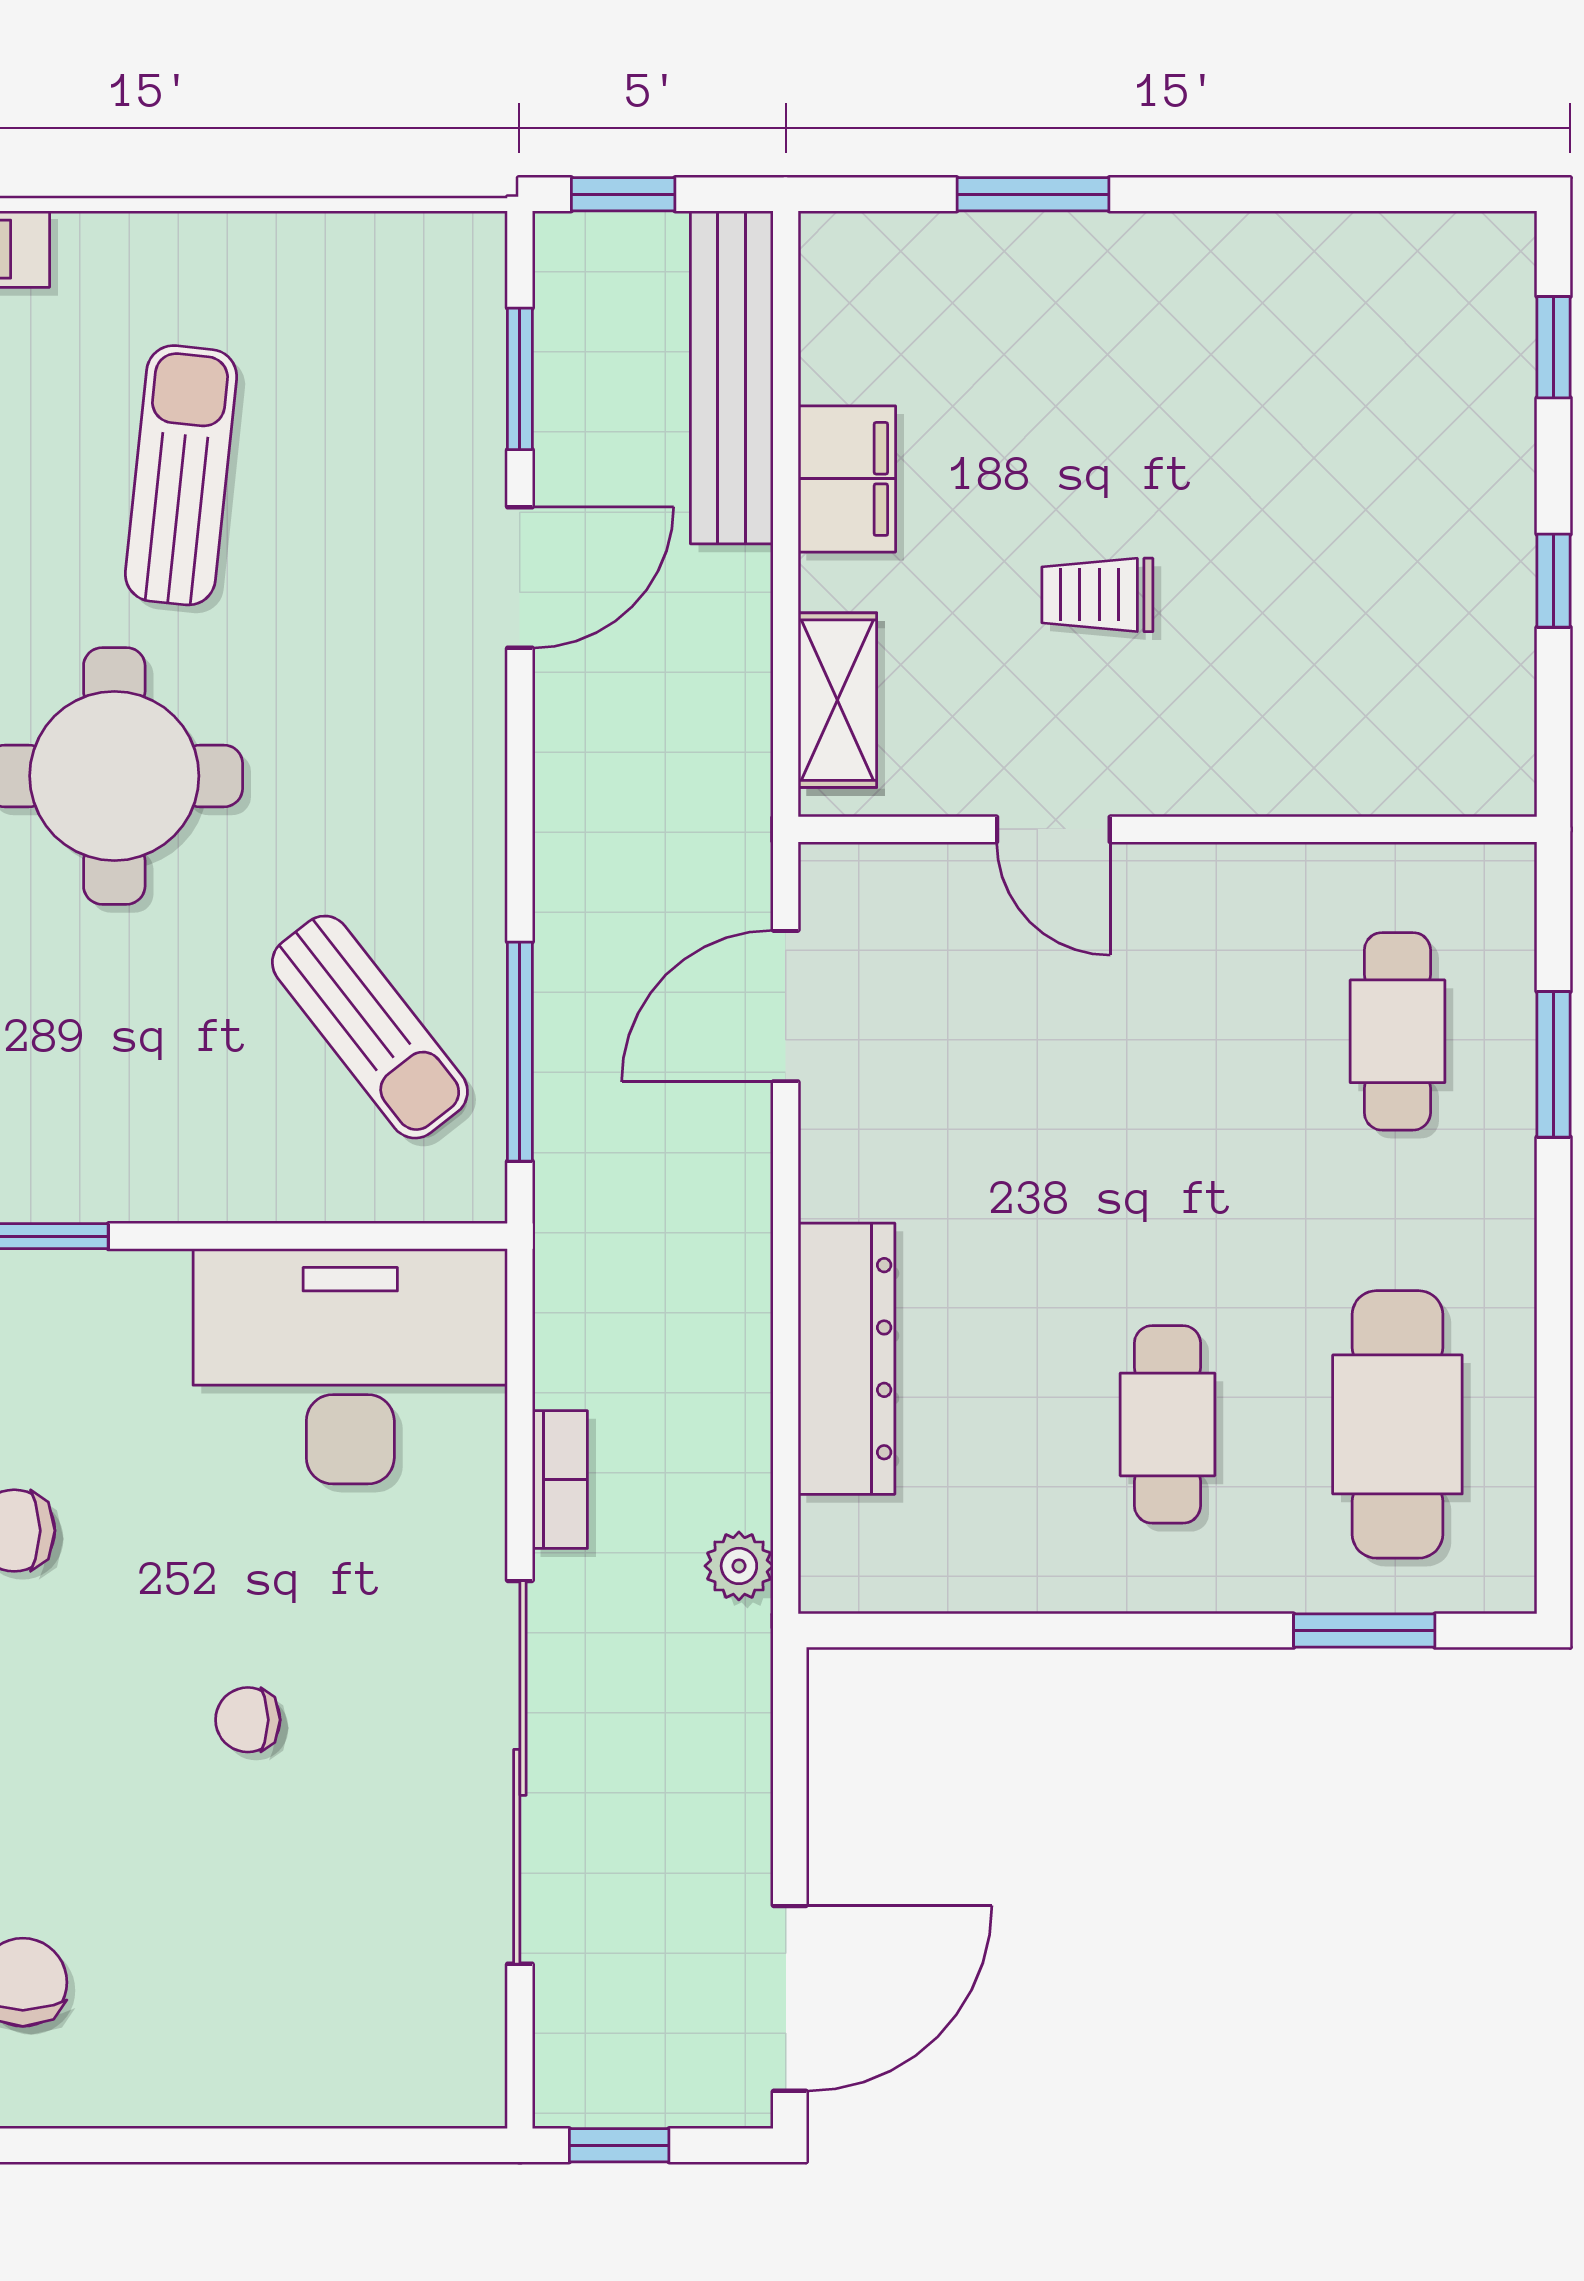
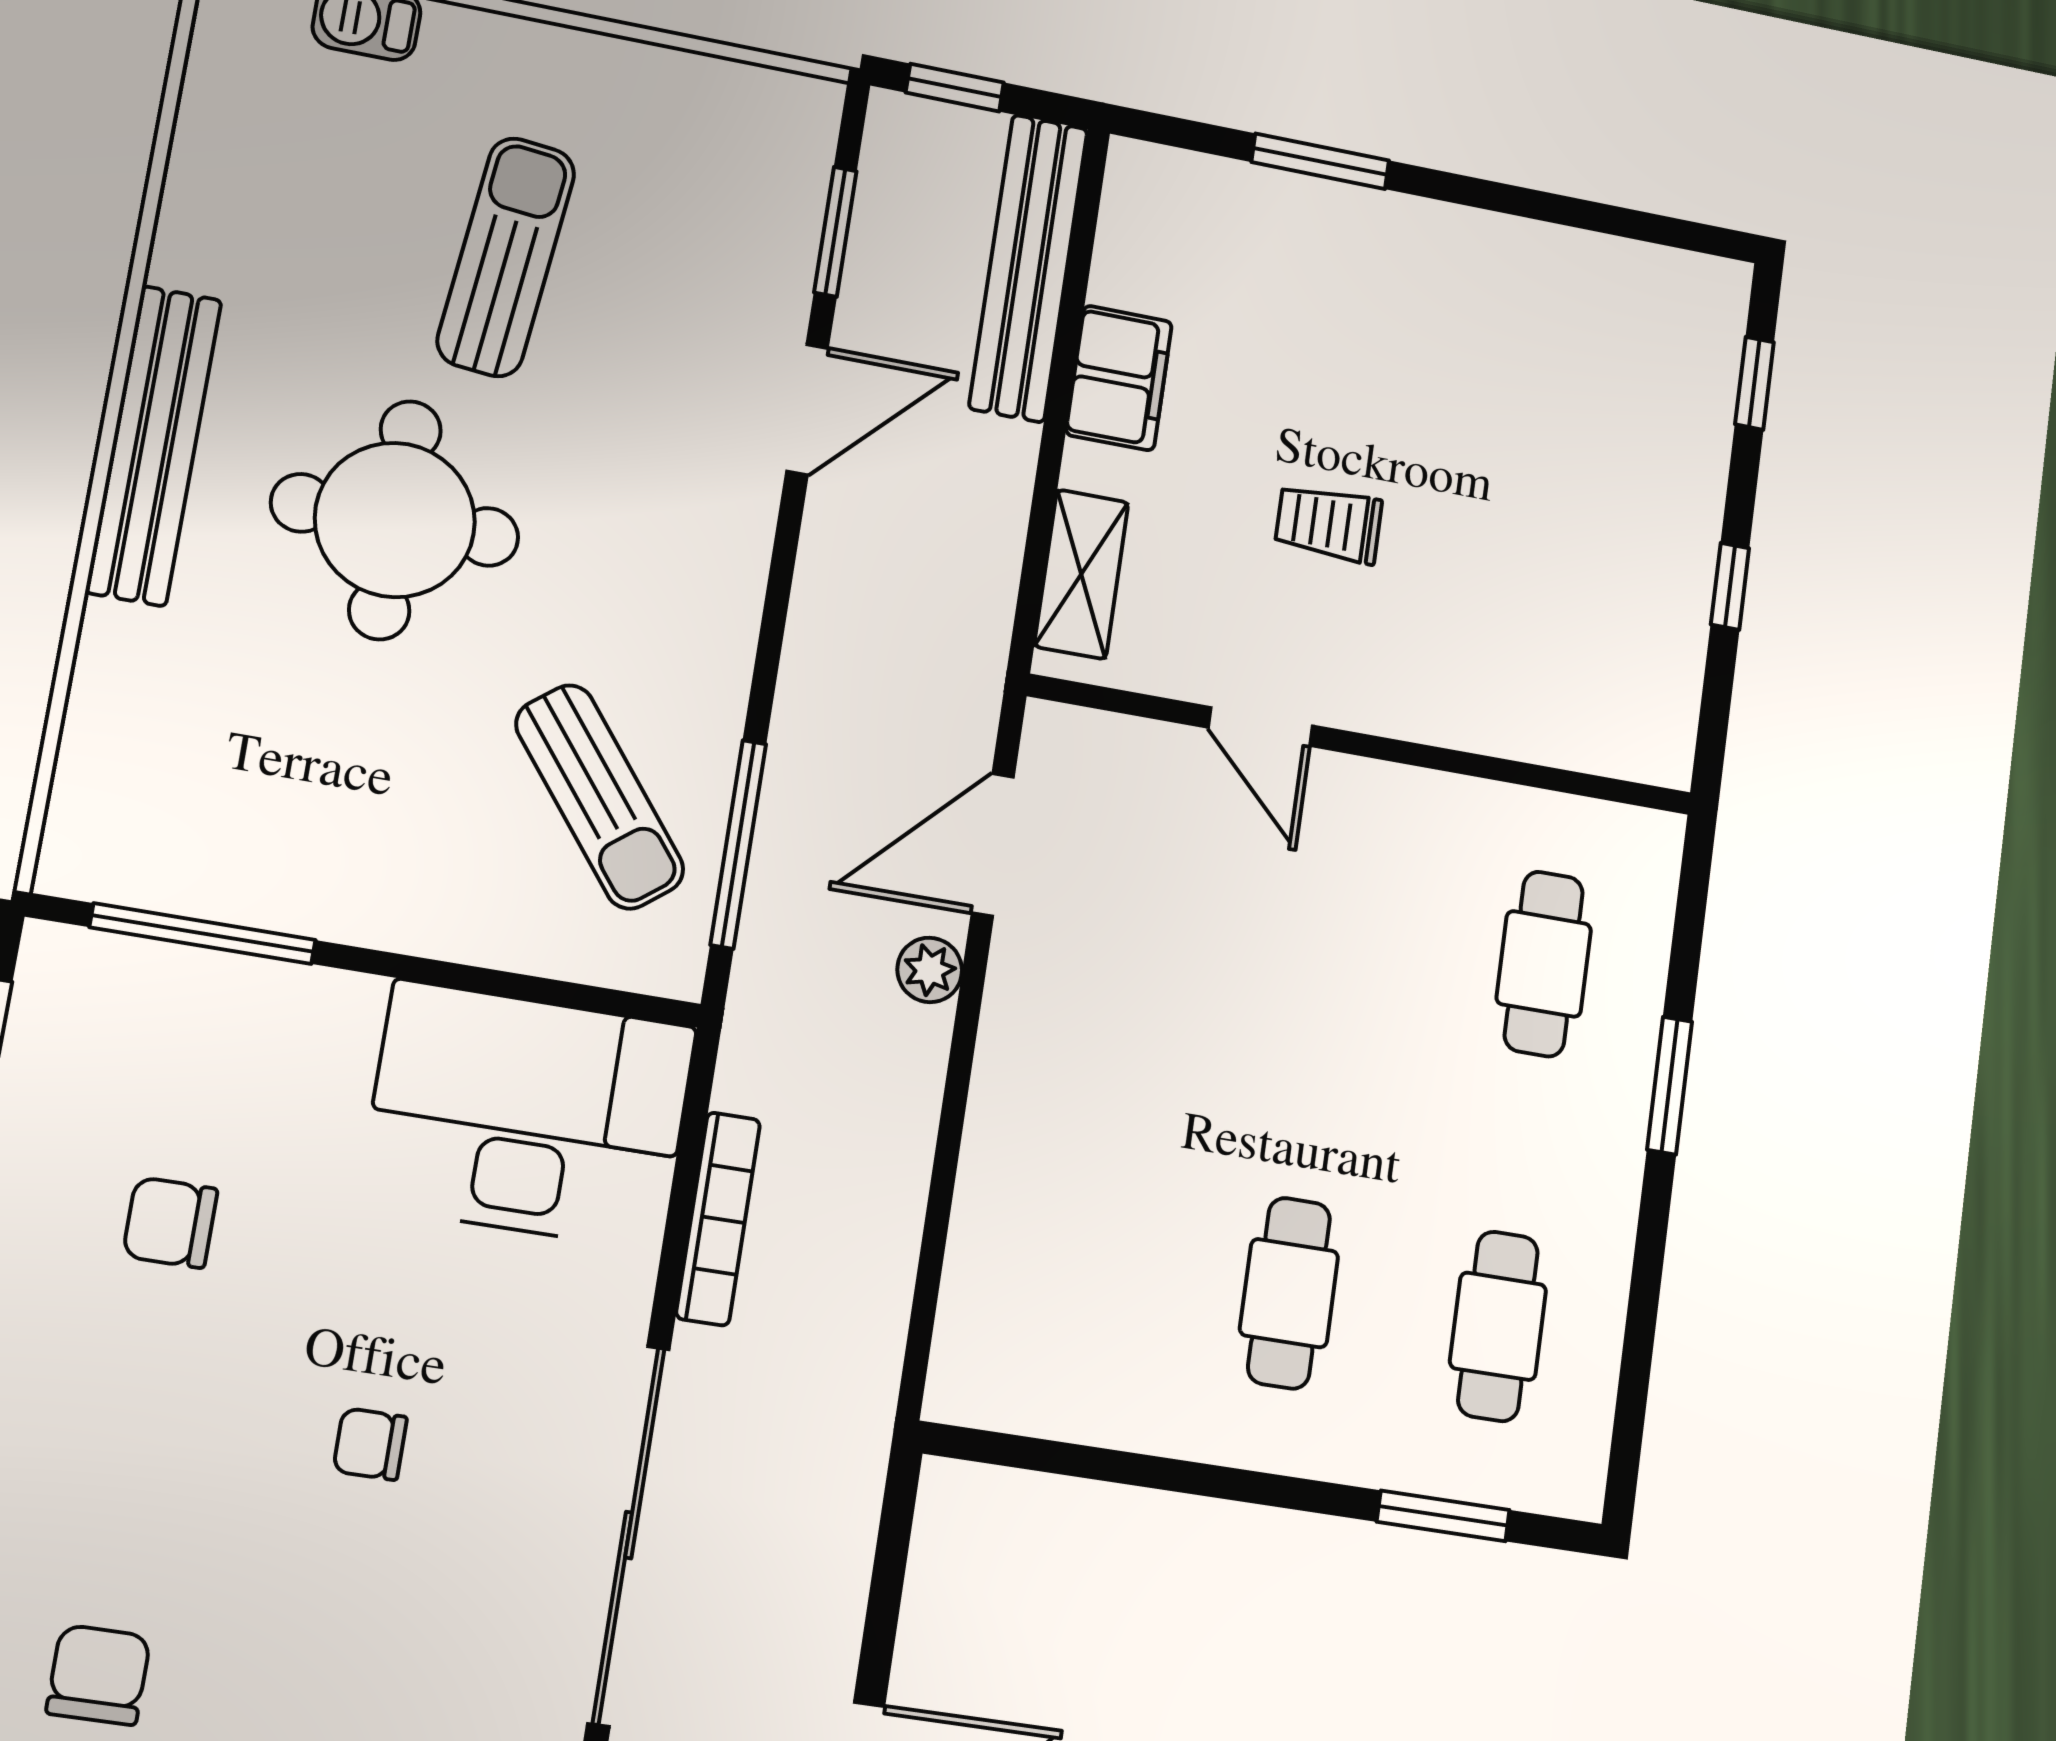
window: (1554, 1064) -> (1670, 1086), moved
dresser: (846, 1359) -> (1001, 1184), removed
cafe table: (1397, 1424) -> (1498, 1326), width x0.73, depth x0.74
bookcase: (560, 1480) -> (718, 1219), width x1.56
plant: (739, 1566) -> (930, 970), moved

